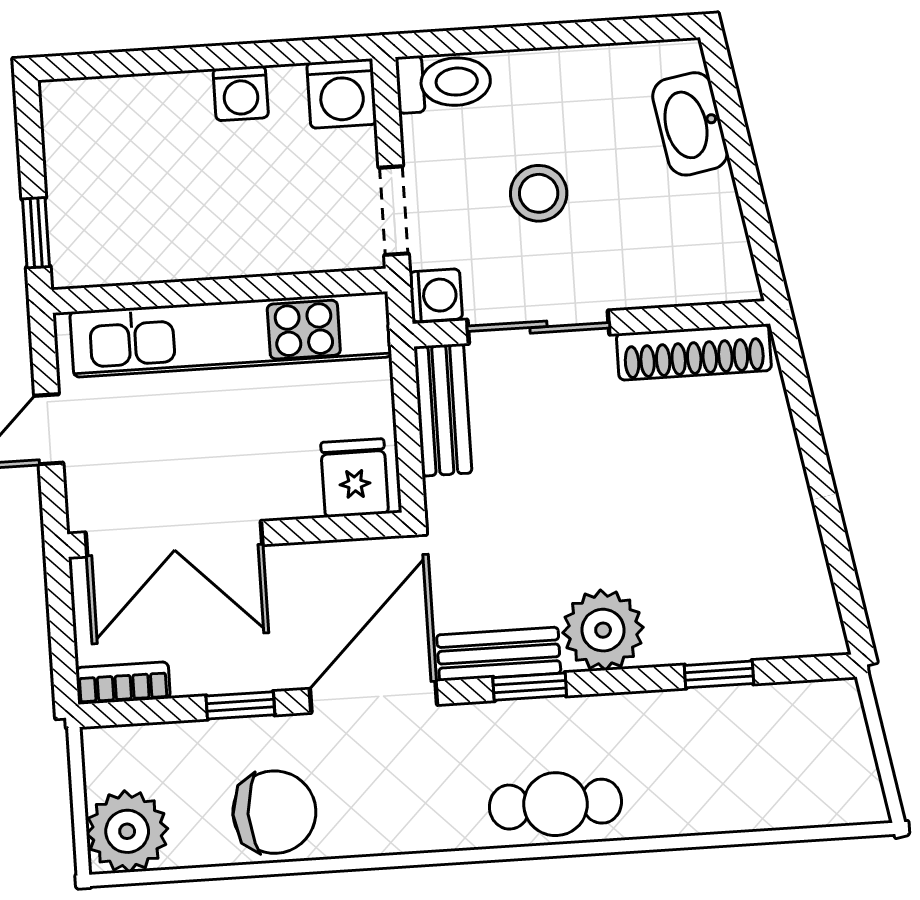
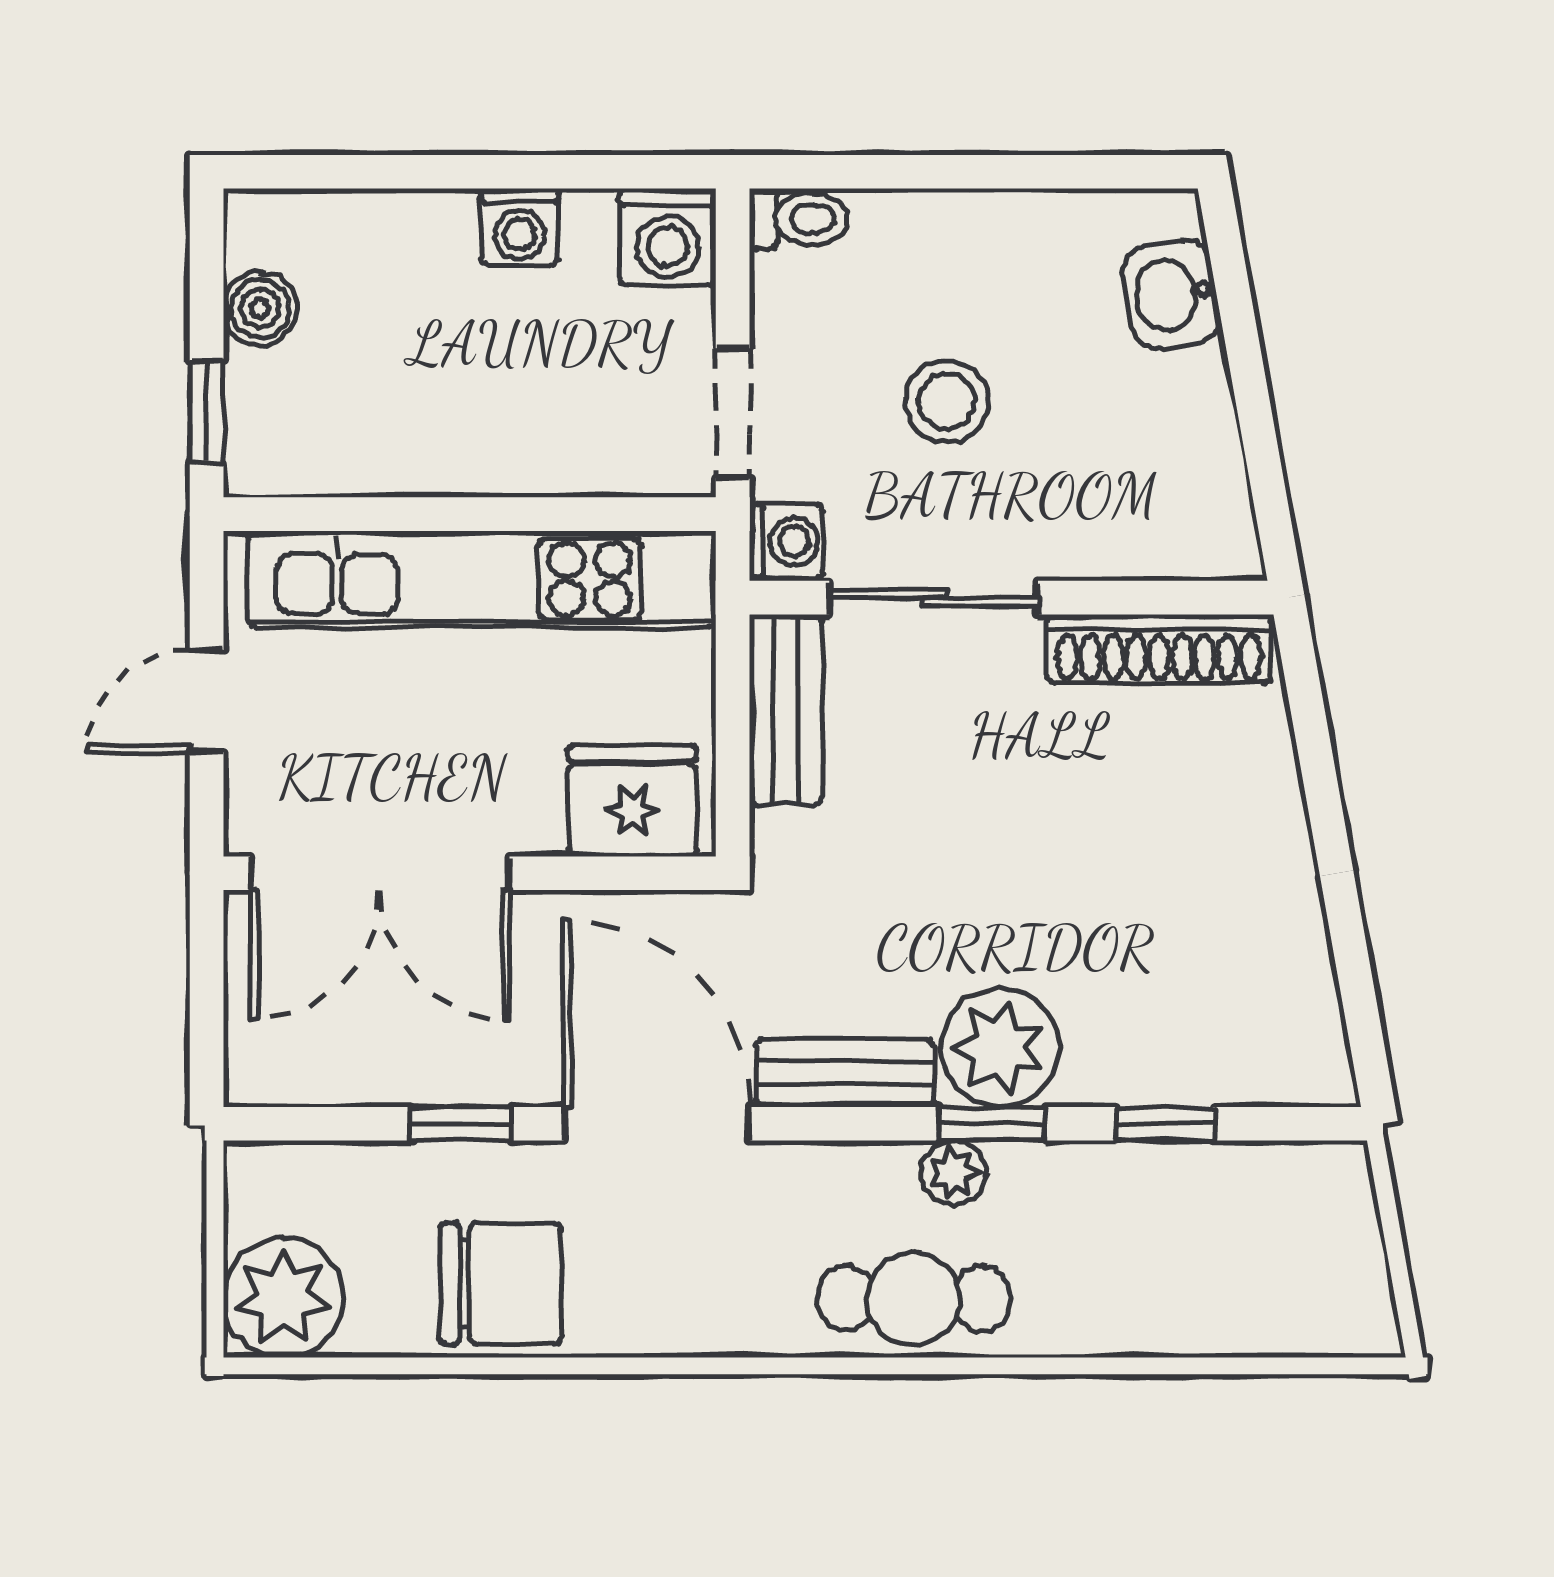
toilet: (444, 82) -> (799, 219), width x0.73, depth x0.72
washbasin: (690, 124) -> (1172, 295), width x0.72
boiler: (68, 160) -> (260, 309), added
fridge: (355, 478) -> (632, 801), width x1.38
bookcase: (123, 683) -> (291, 1080), removed
window: (530, 687) -> (992, 1124), moved
door: (373, 697) -> (657, 1124), hinge flipped
plant: (577, 717) -> (953, 1173), added

